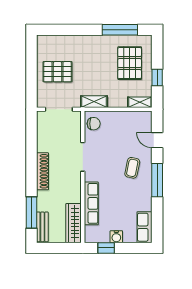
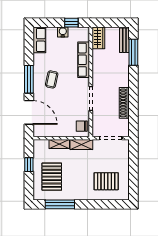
pallet: (58, 72) -> (106, 181), moved
shelving: (140, 102) -> (59, 144), moved
door: (157, 140) -> (29, 112), width x1.88
coffee table: (132, 168) -> (52, 79), moved
shoe rack: (42, 171) -> (124, 103), moved
wardrobe: (74, 223) -> (98, 38), width x0.67

